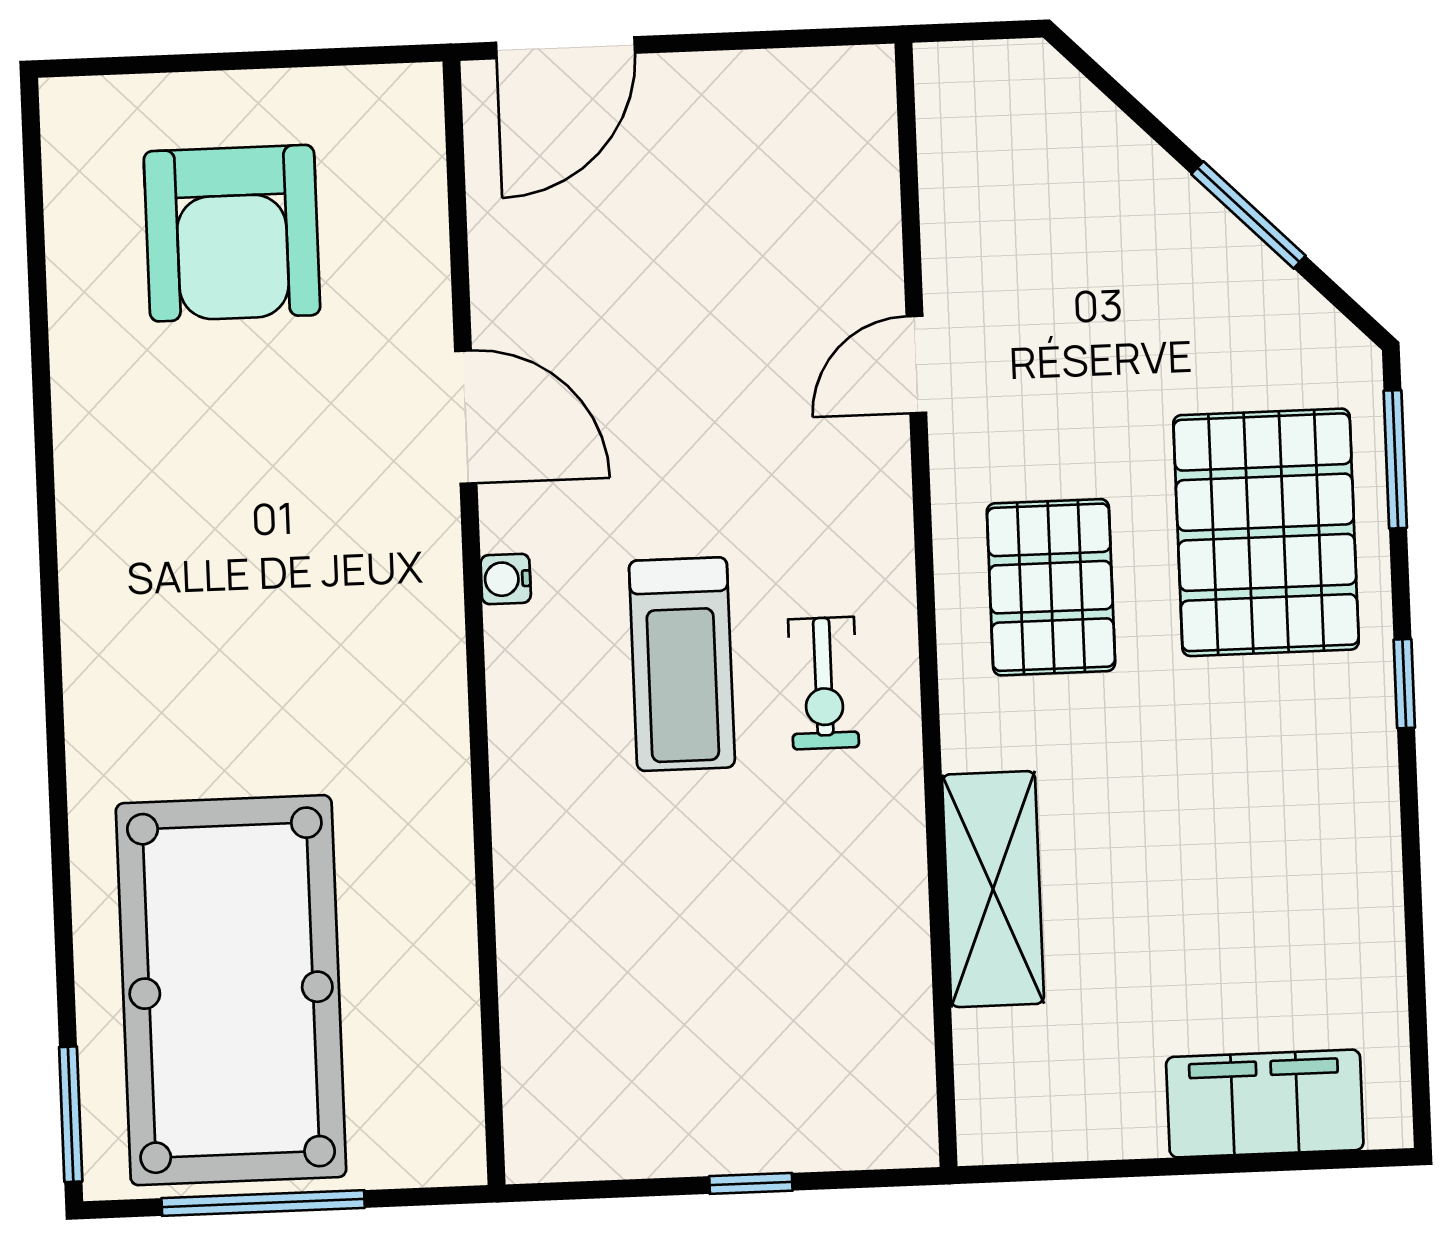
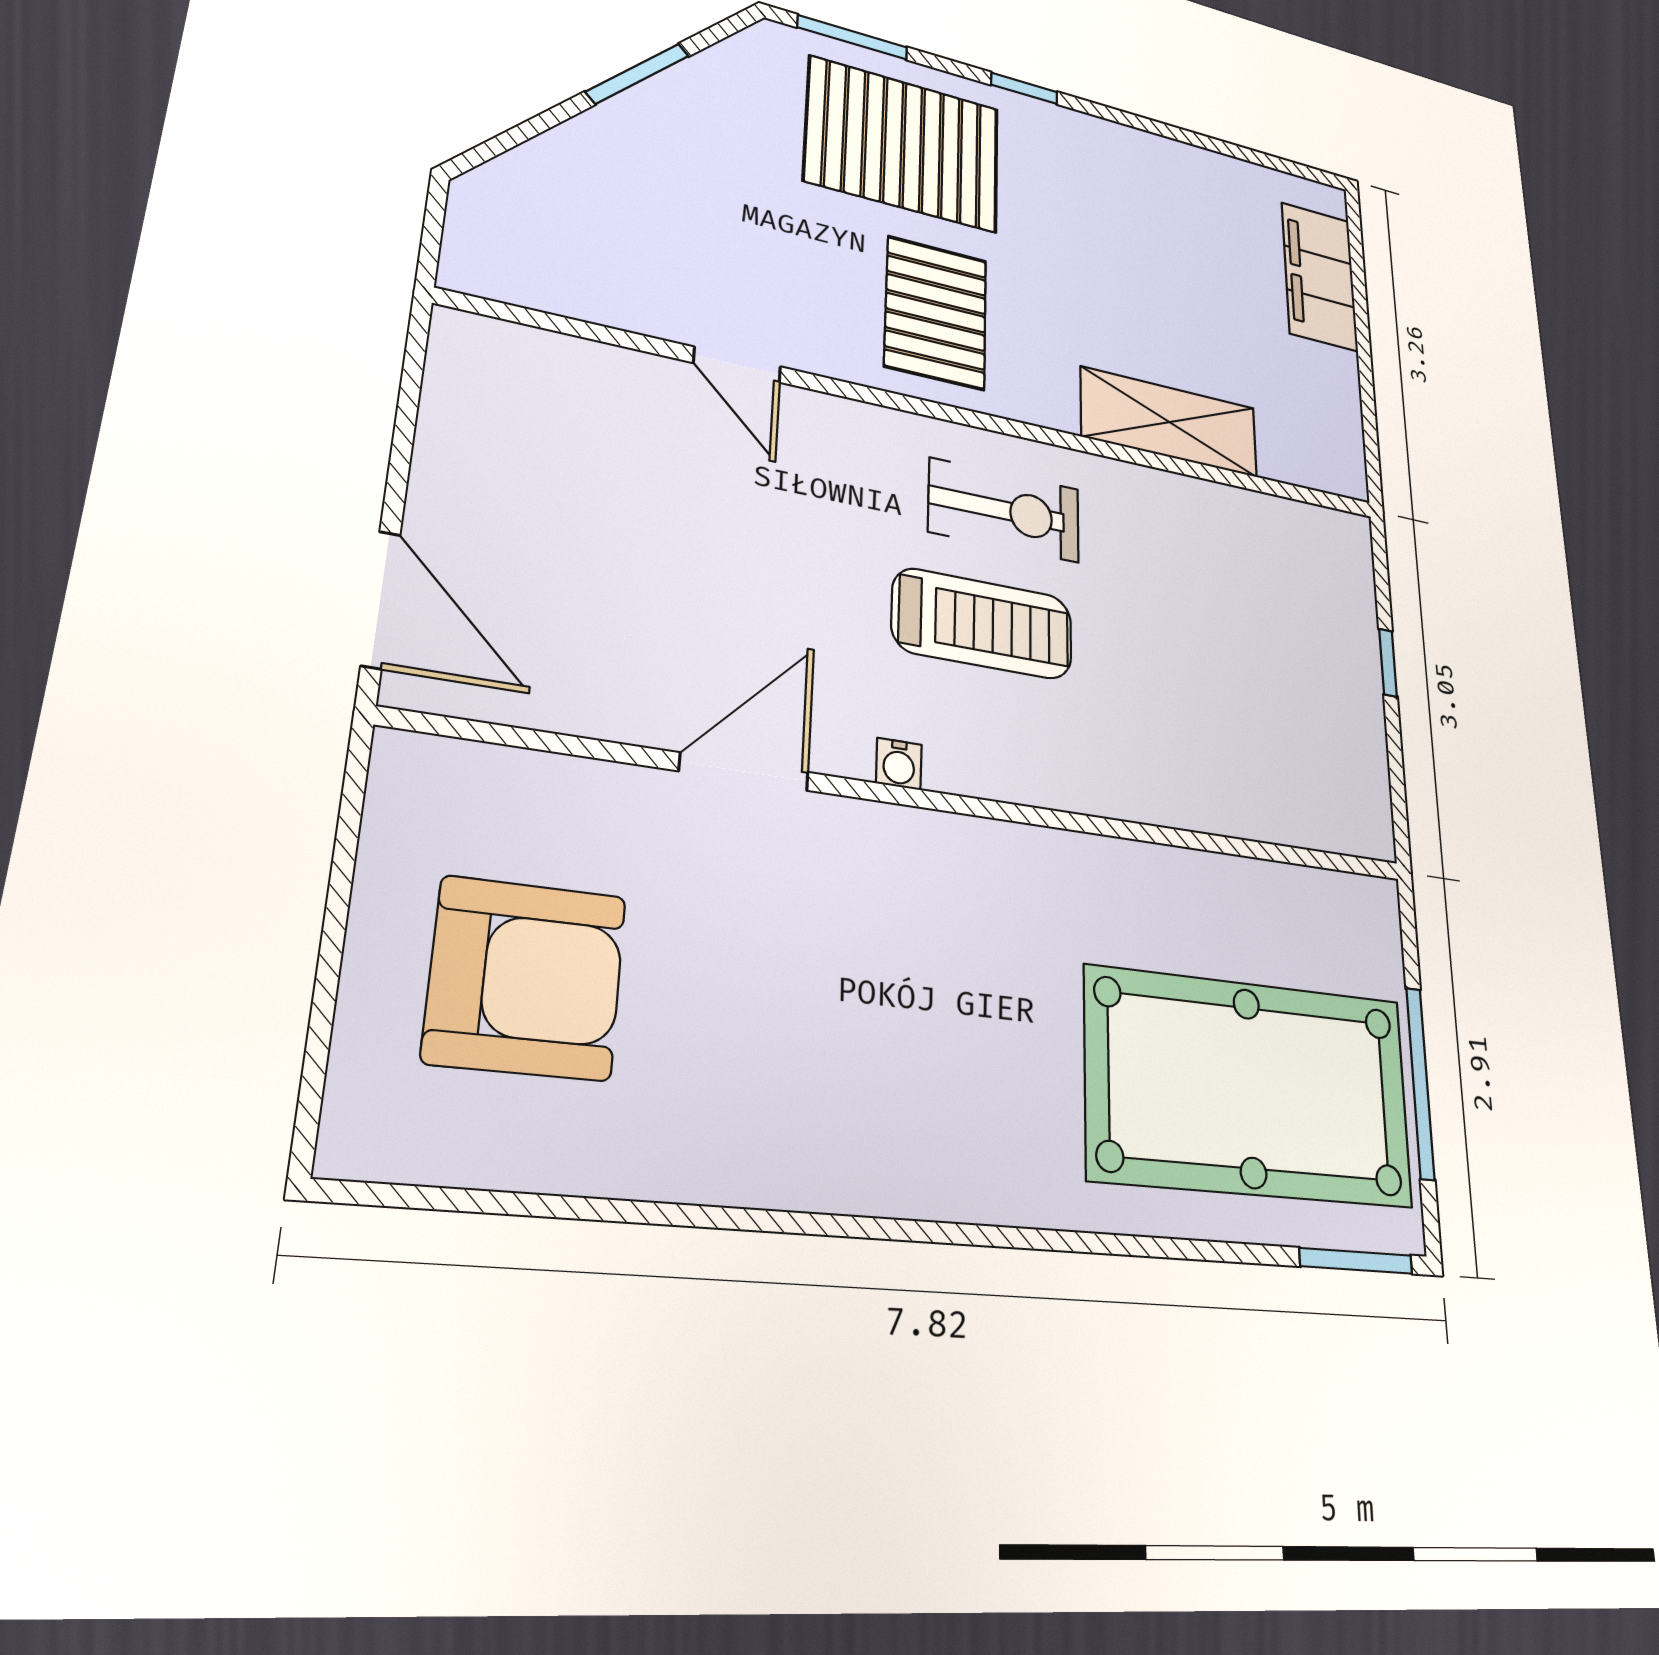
pallet: (1051, 587) -> (936, 313), turned 90
exercise bike: (824, 683) -> (1004, 510), width x1.38, depth x1.39

